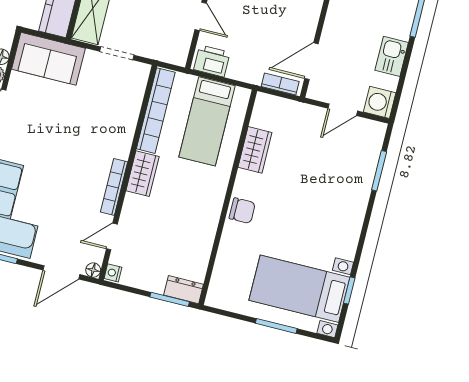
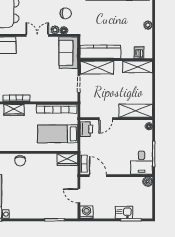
kitchen sink: (392, 56) -> (124, 212), moved
wardrobe: (255, 150) -> (67, 160), moved
wardrobe: (143, 174) -> (14, 110), moved

